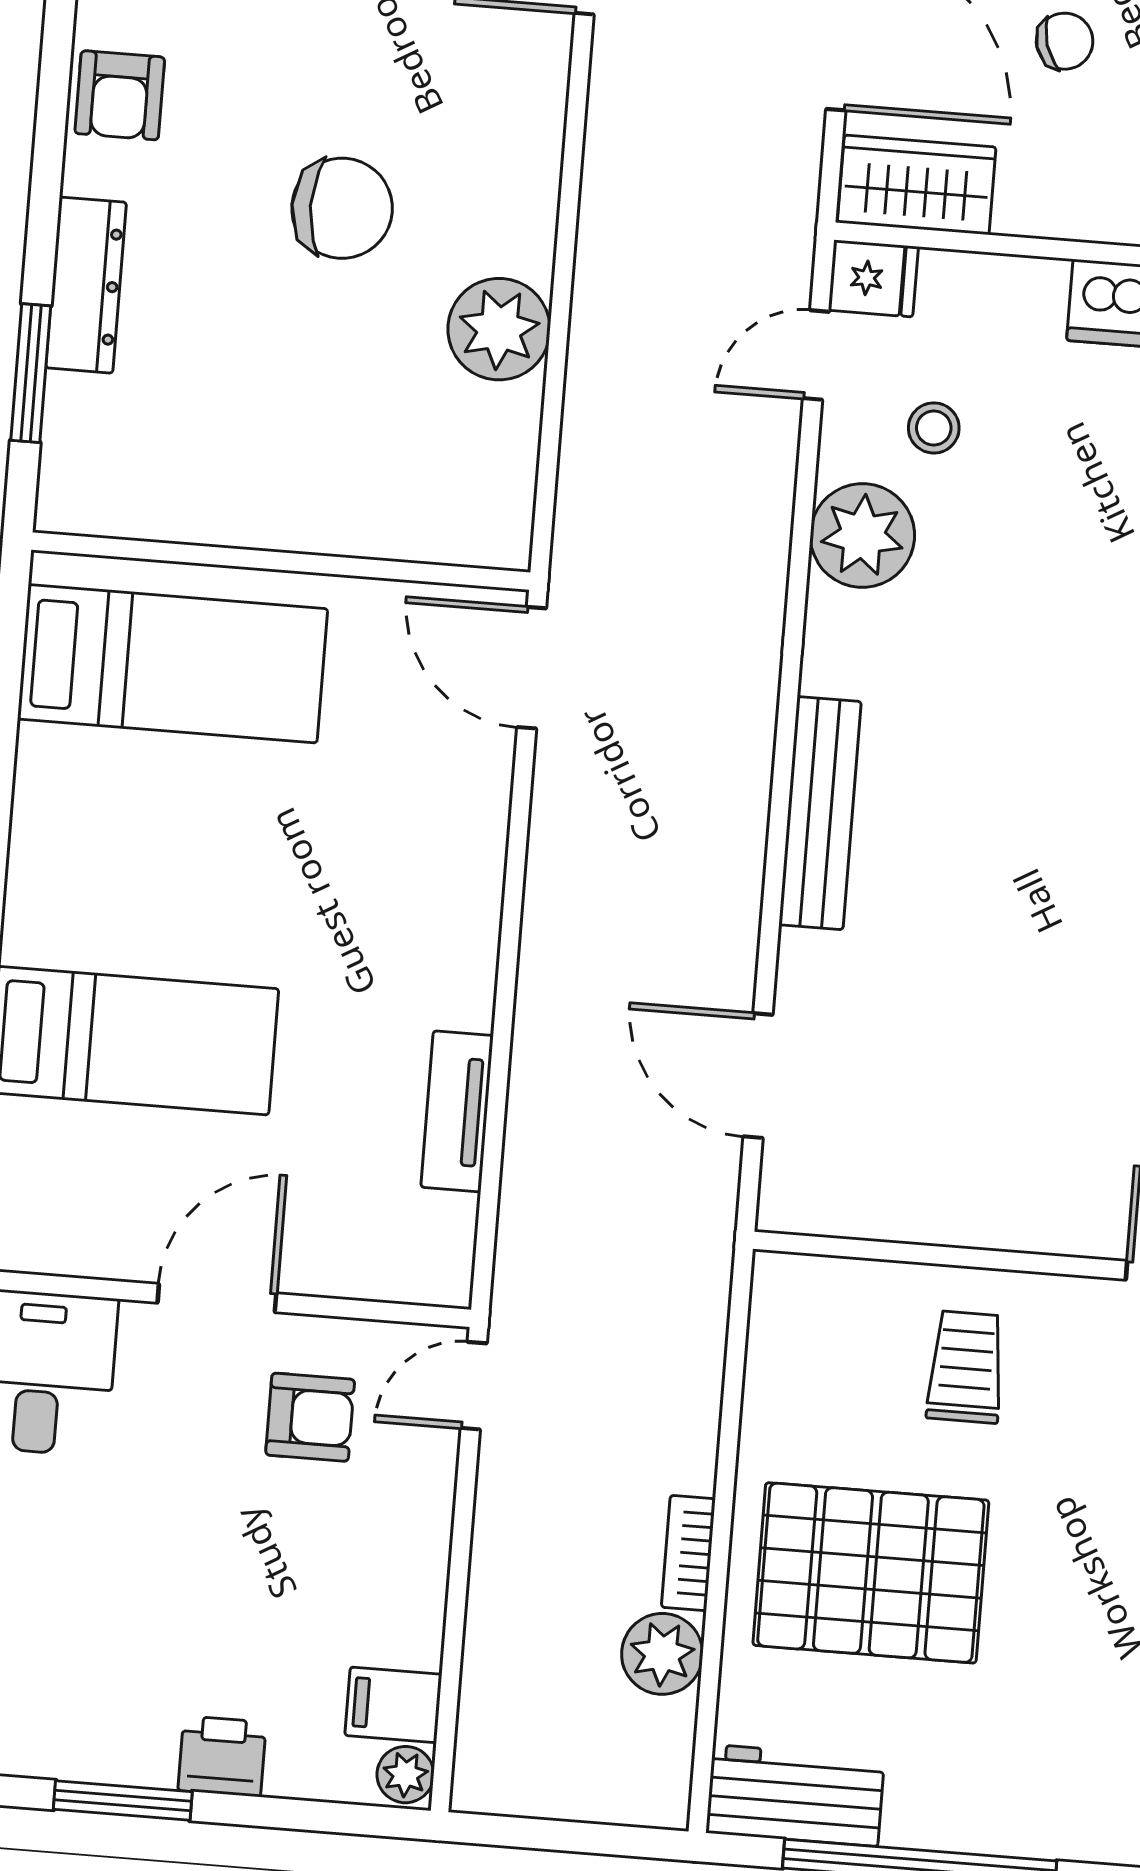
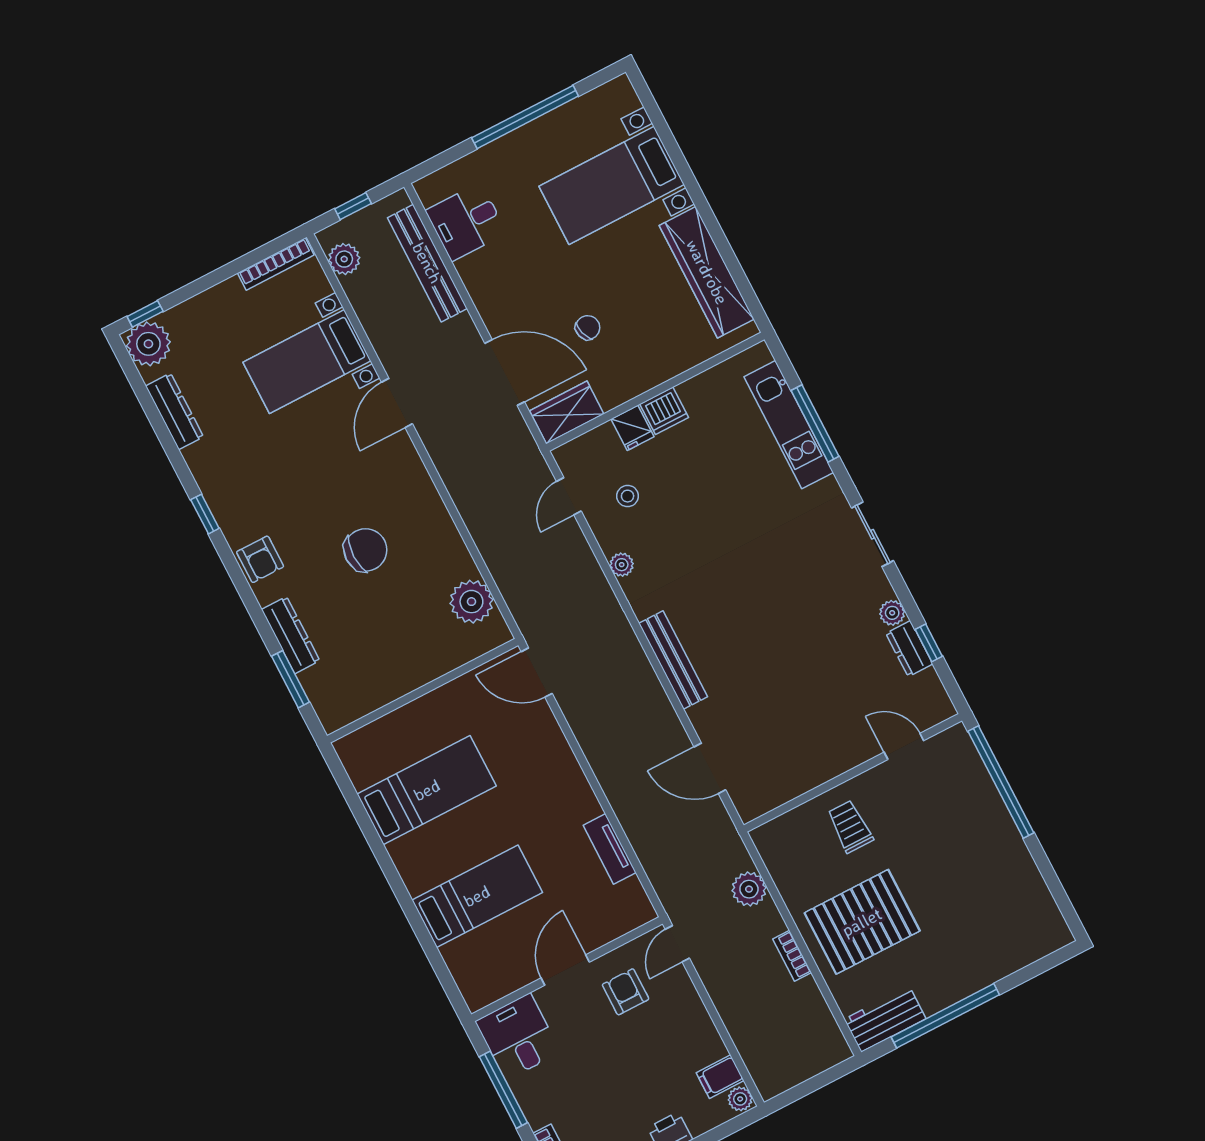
fridge: (873, 278) -> (632, 428), moved, turned 90
plant: (499, 329) -> (471, 602), moved
plant: (862, 536) -> (622, 565), width x0.53, depth x0.53
bed: (172, 664) -> (427, 790), moved
armchair: (310, 1417) -> (626, 992), turned -90
plant: (662, 1654) -> (749, 889), moved

